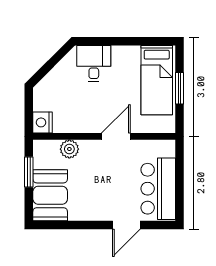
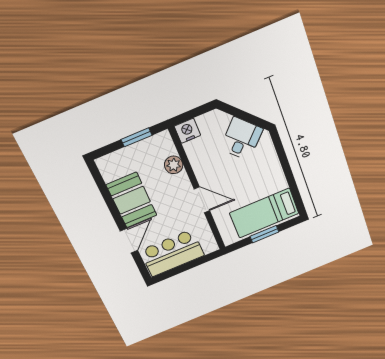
desk: (94, 63) -> (241, 139), moved, turned -45
booth: (50, 195) -> (132, 200), moved, turned 90
door: (126, 225) -> (129, 241), swing flipped

